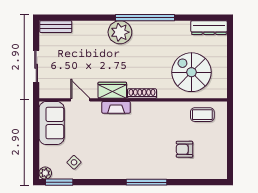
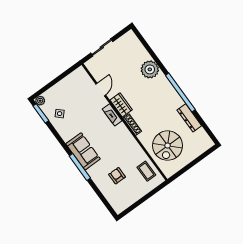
bench: (56, 27) -> (135, 42), removed
dresser: (209, 28) -> (189, 118), moved
plant: (120, 32) -> (150, 69), moved
spiral stairs: (191, 72) -> (168, 146), turned 180
sofa: (52, 123) -> (83, 151), moved, turned -90

